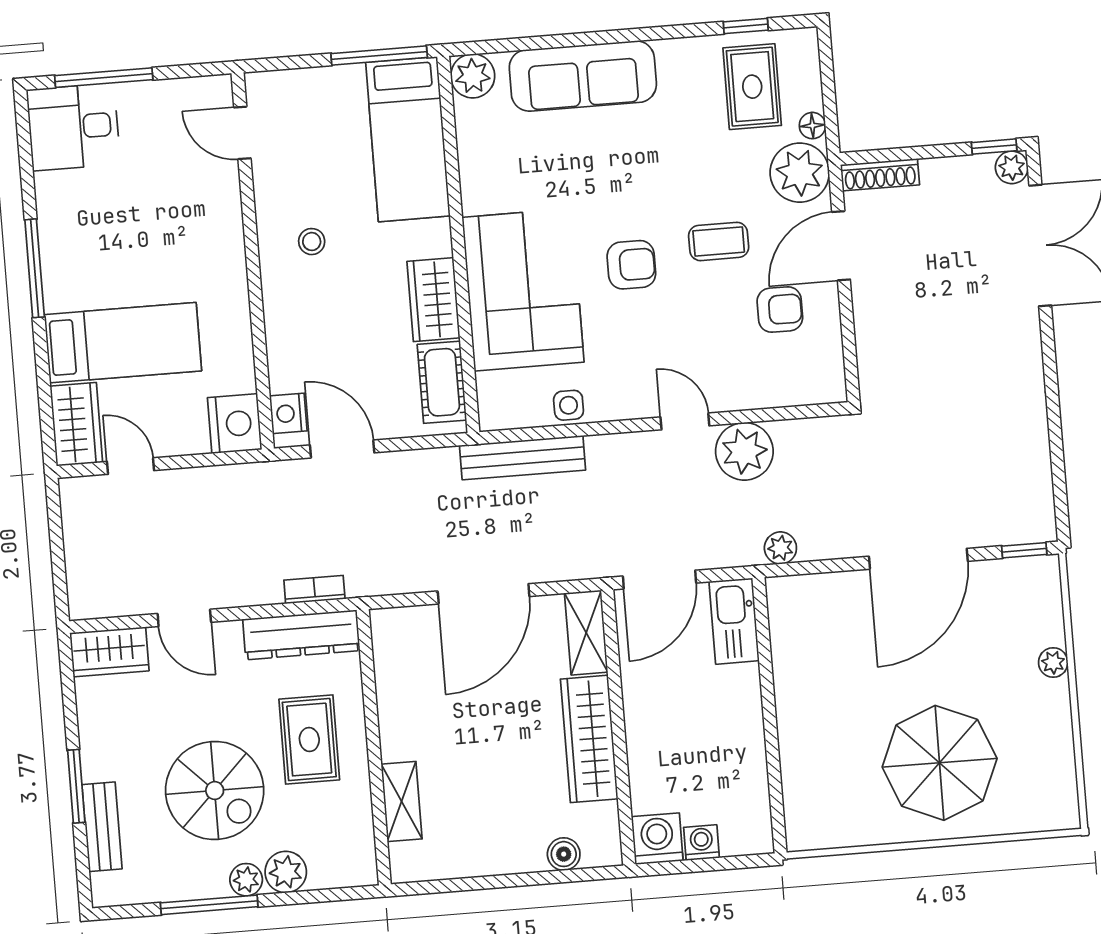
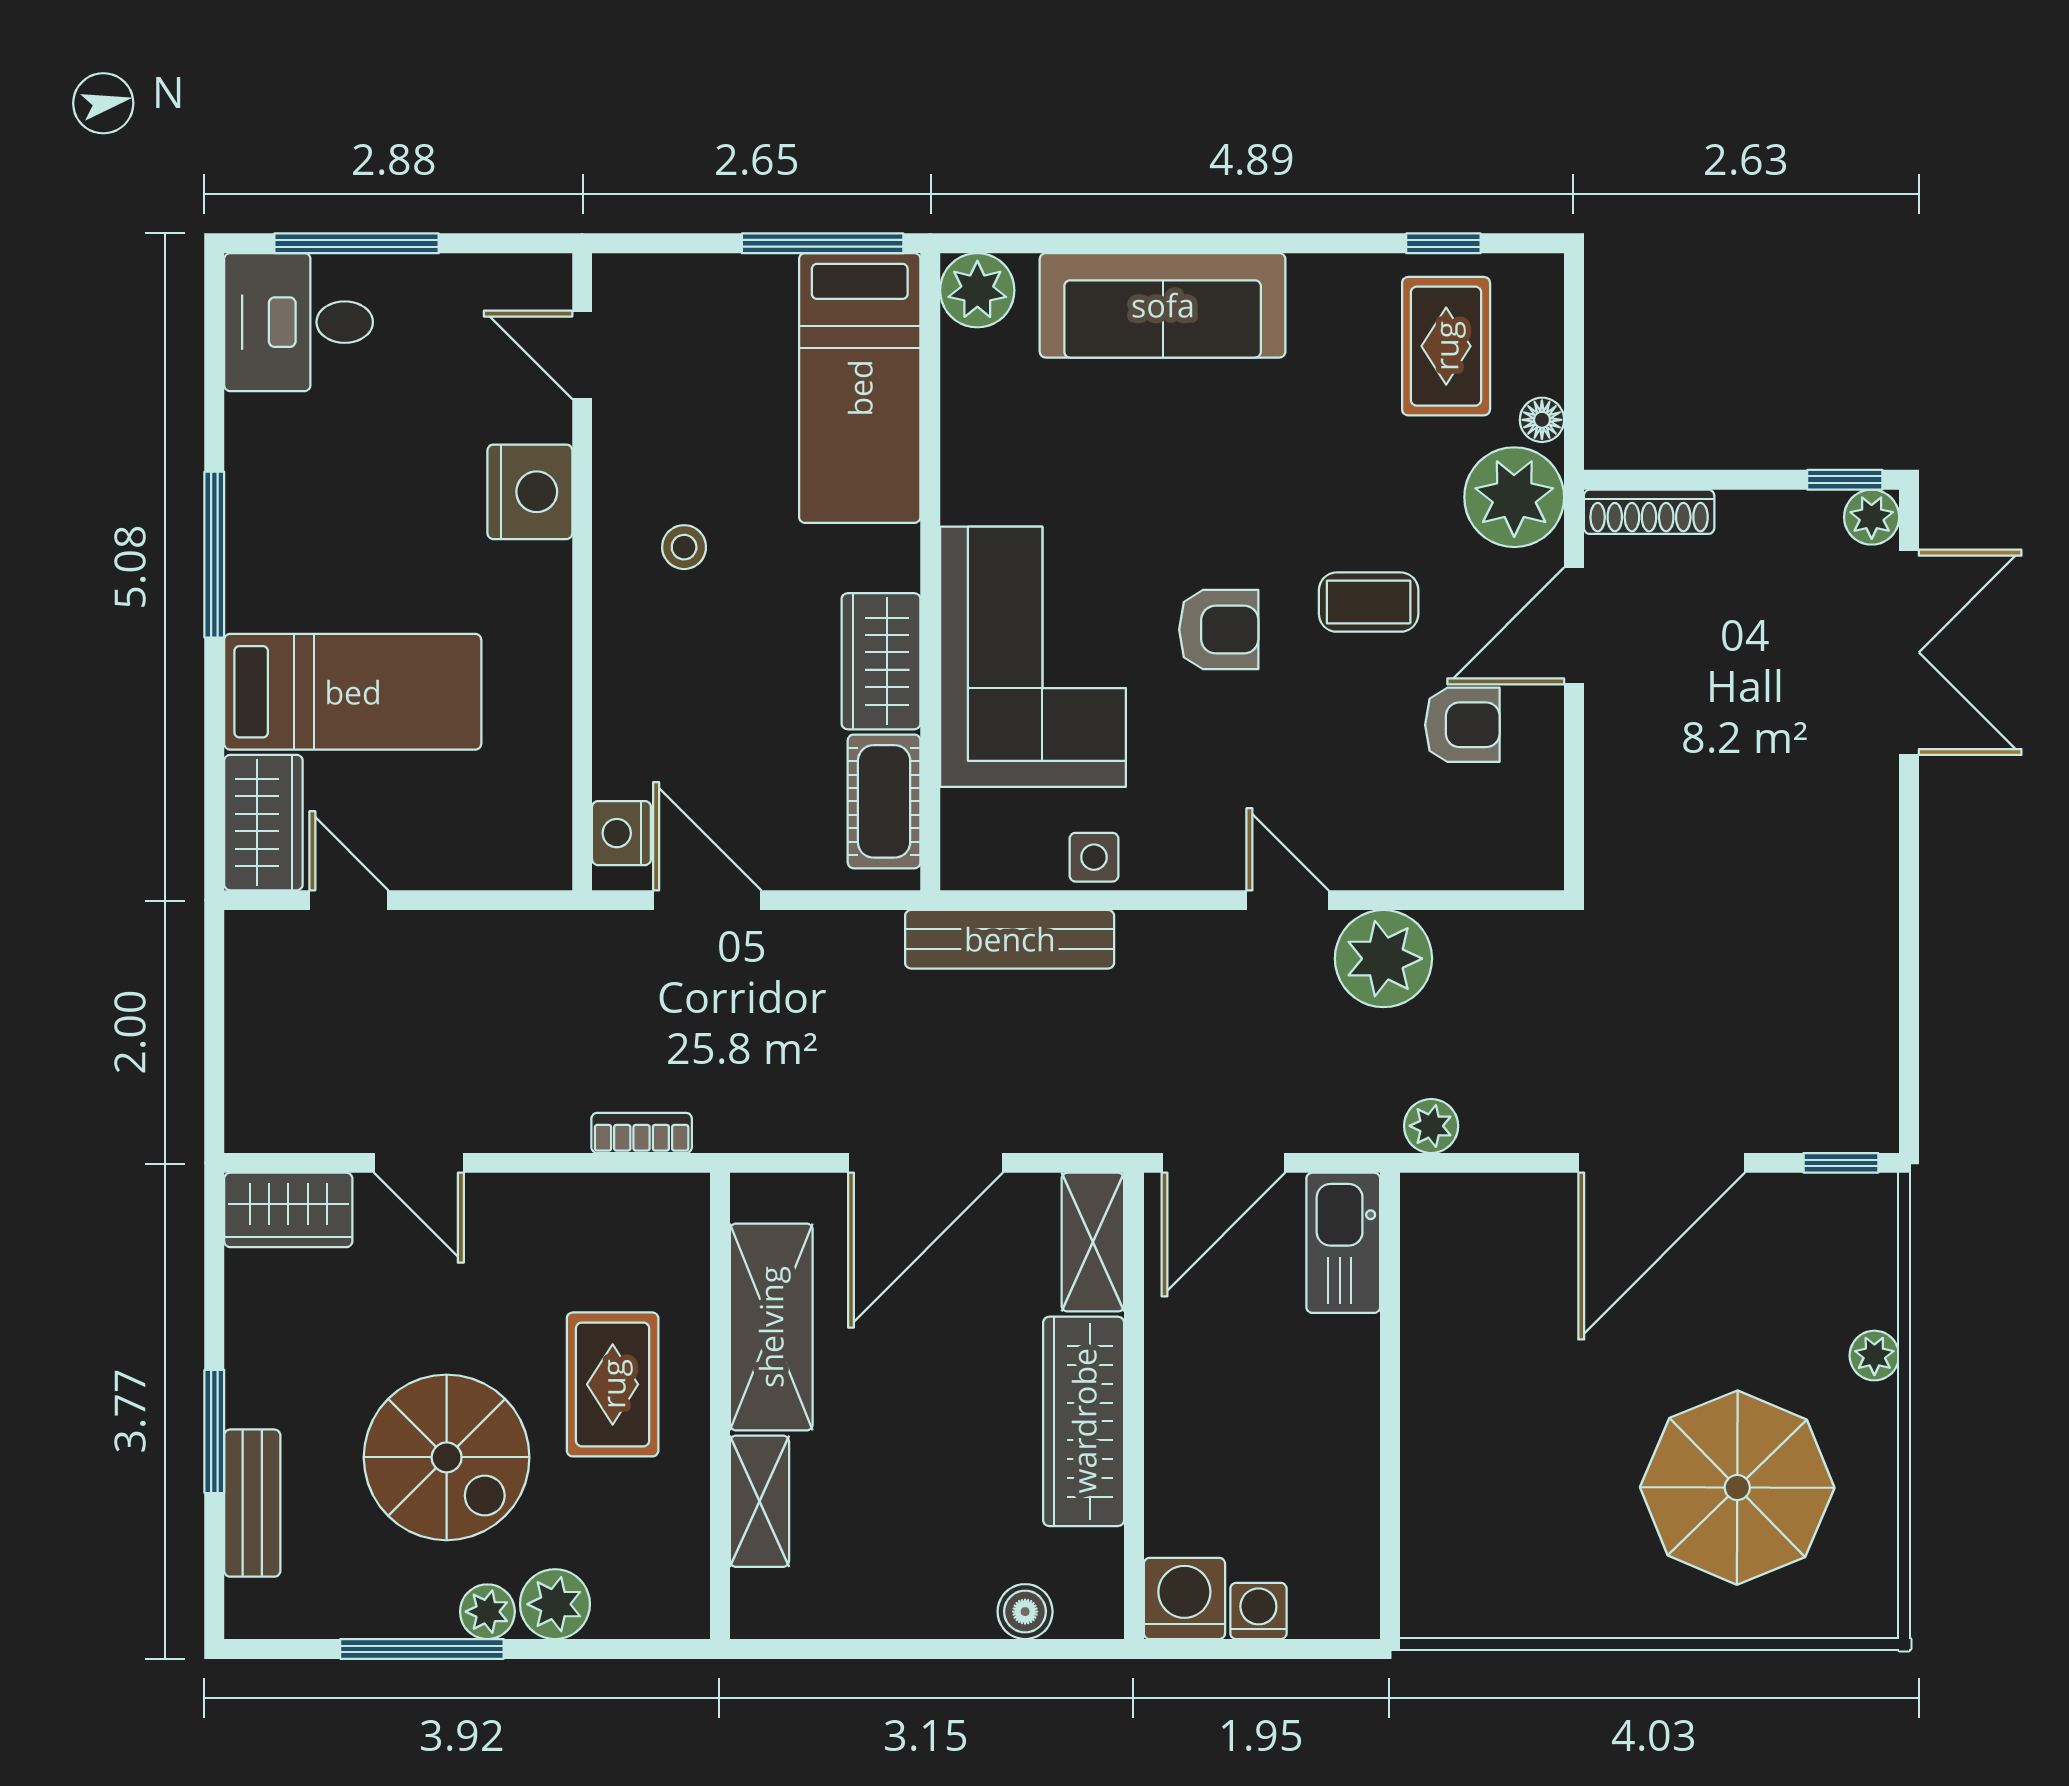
nightstand: (235, 424) -> (530, 492), moved
dresser: (301, 635) -> (613, 1207), removed
shelving: (400, 698) -> (771, 1327), added
parasol: (940, 763) -> (1737, 1488), moved

